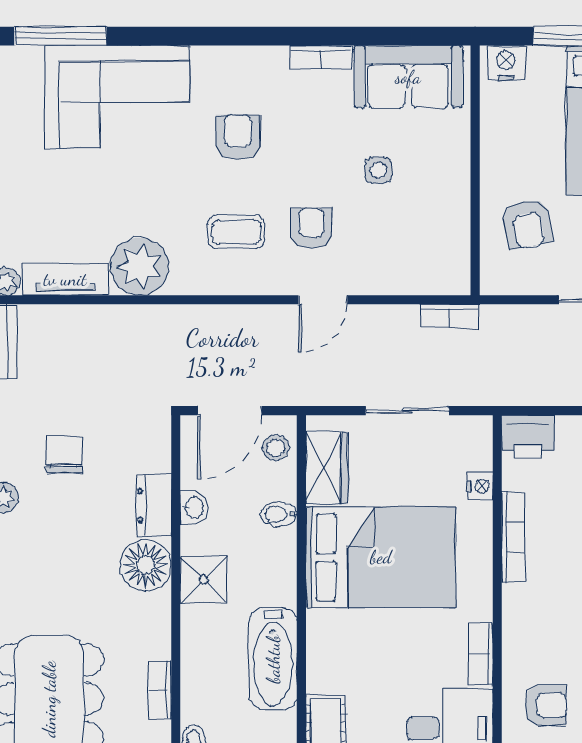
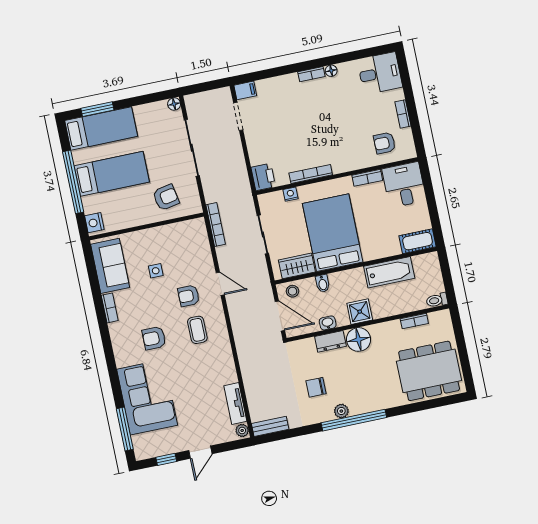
plant: (140, 266) -> (222, 371), removed
bookcase: (449, 316) -> (216, 225), width x1.56
armchair: (546, 705) -> (384, 143), turned -90

